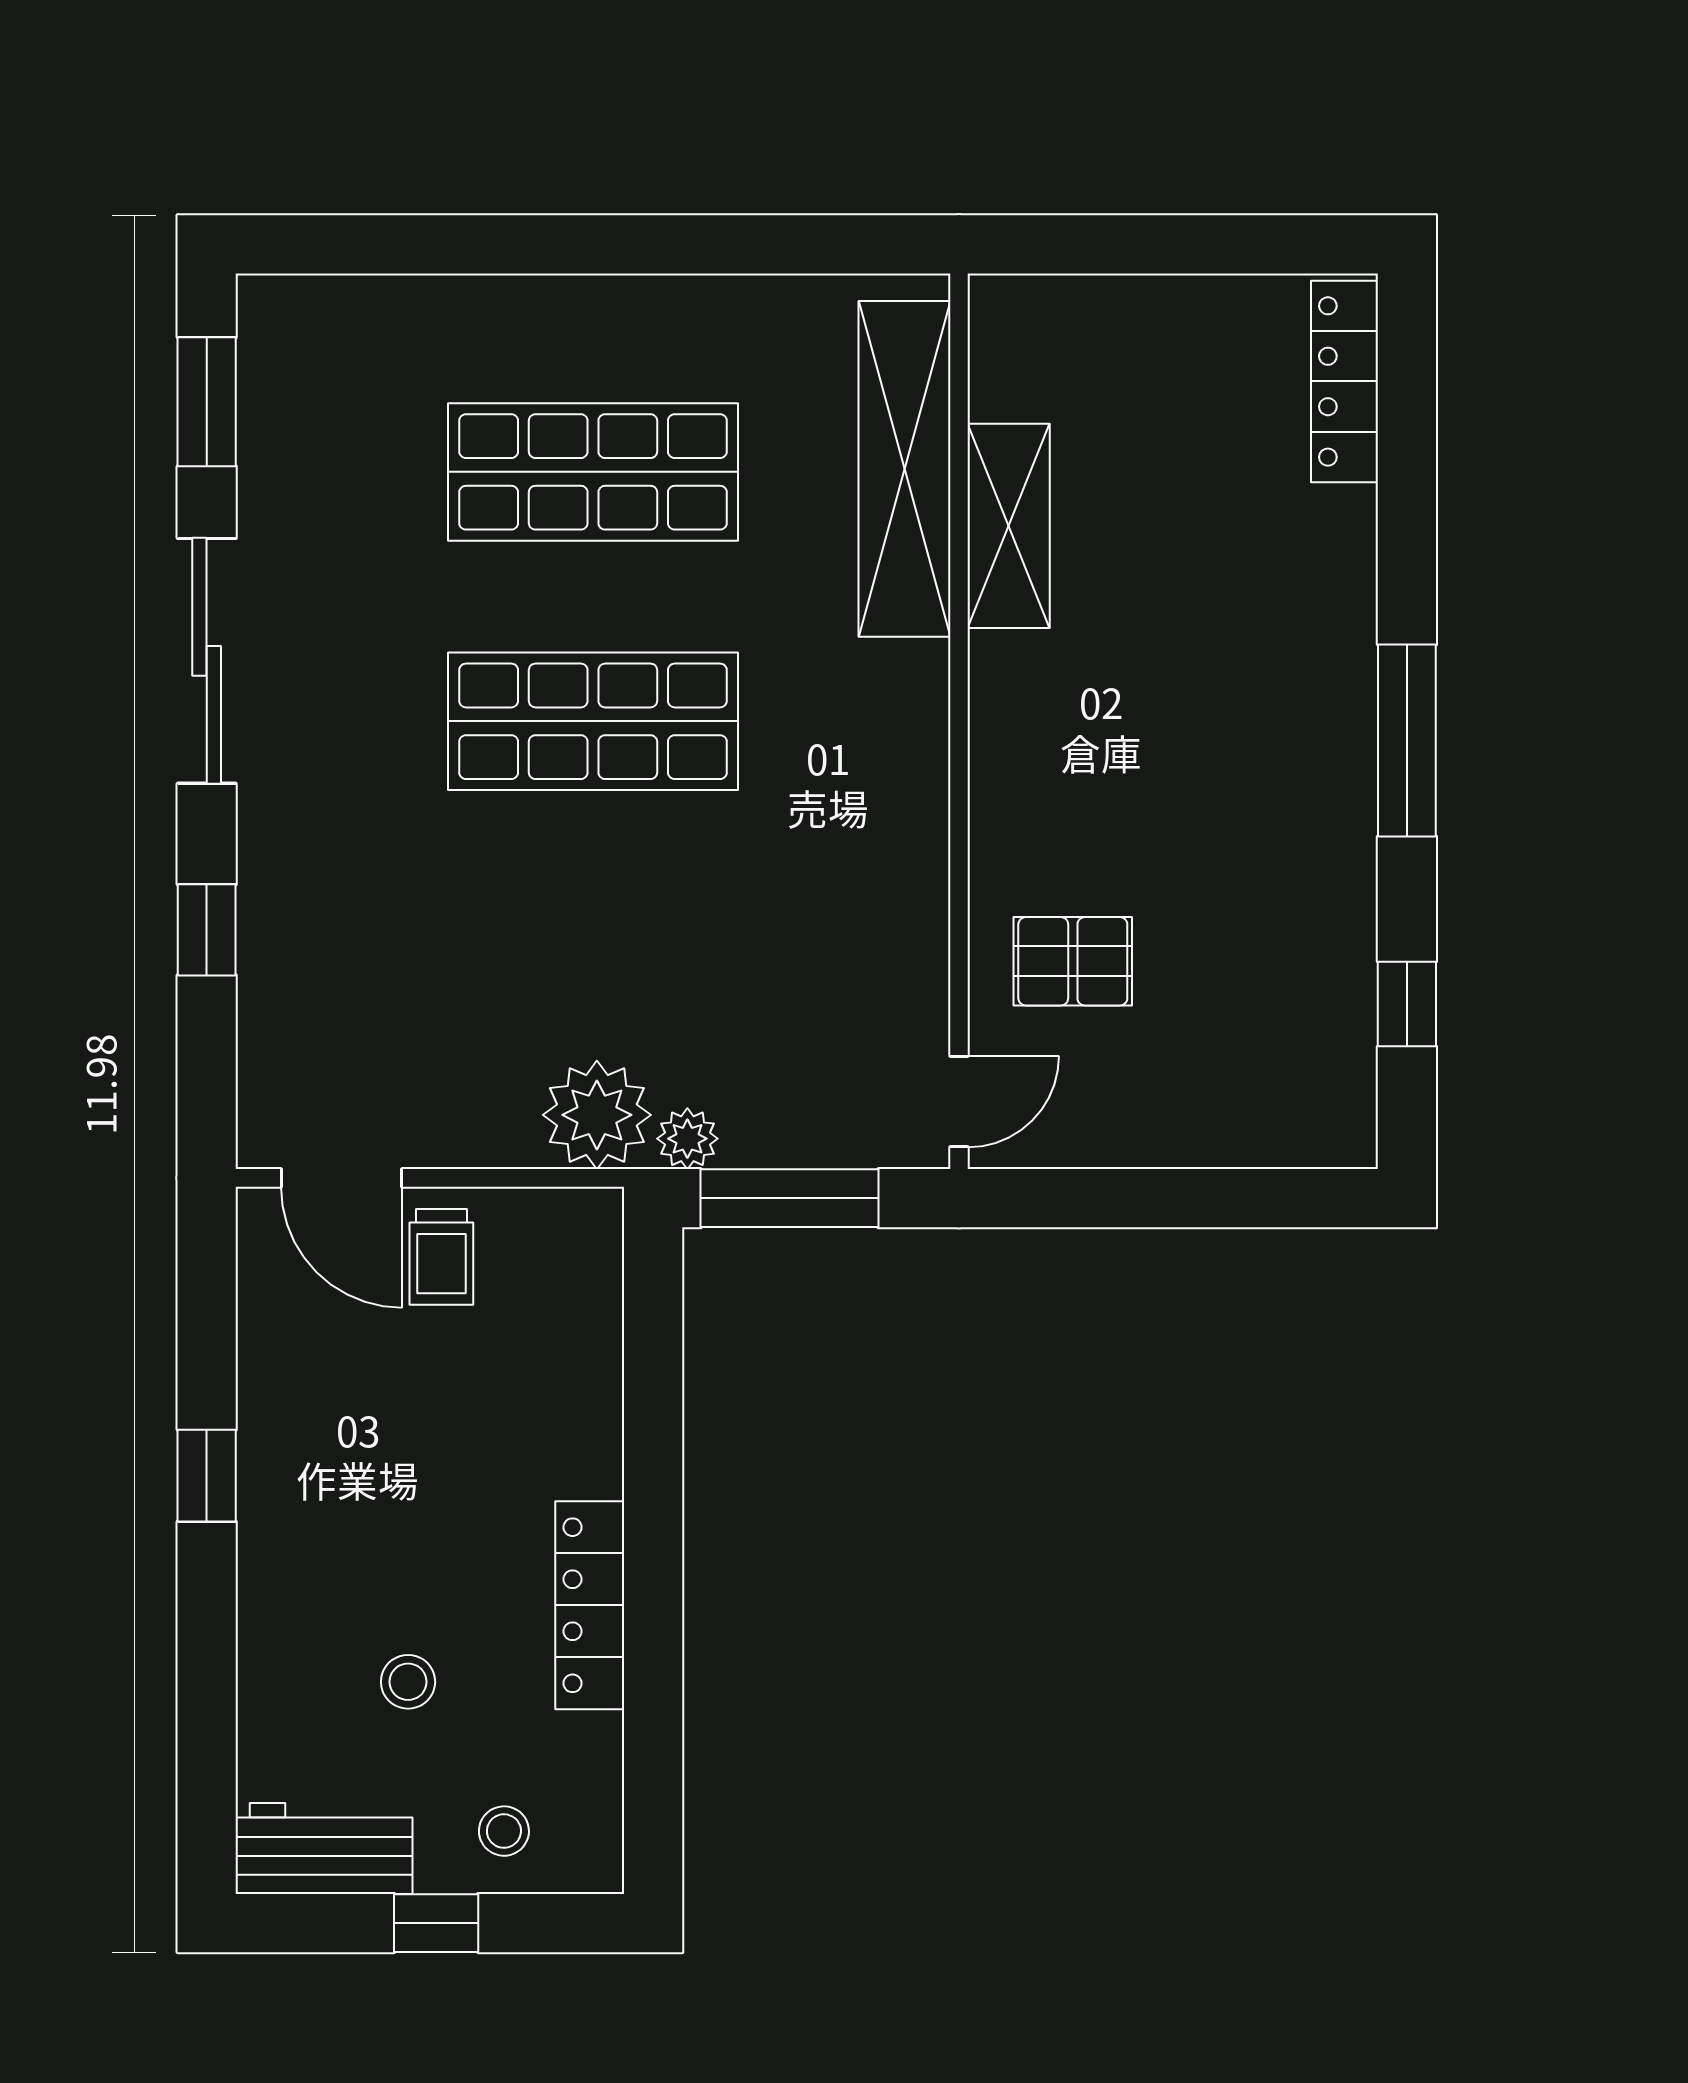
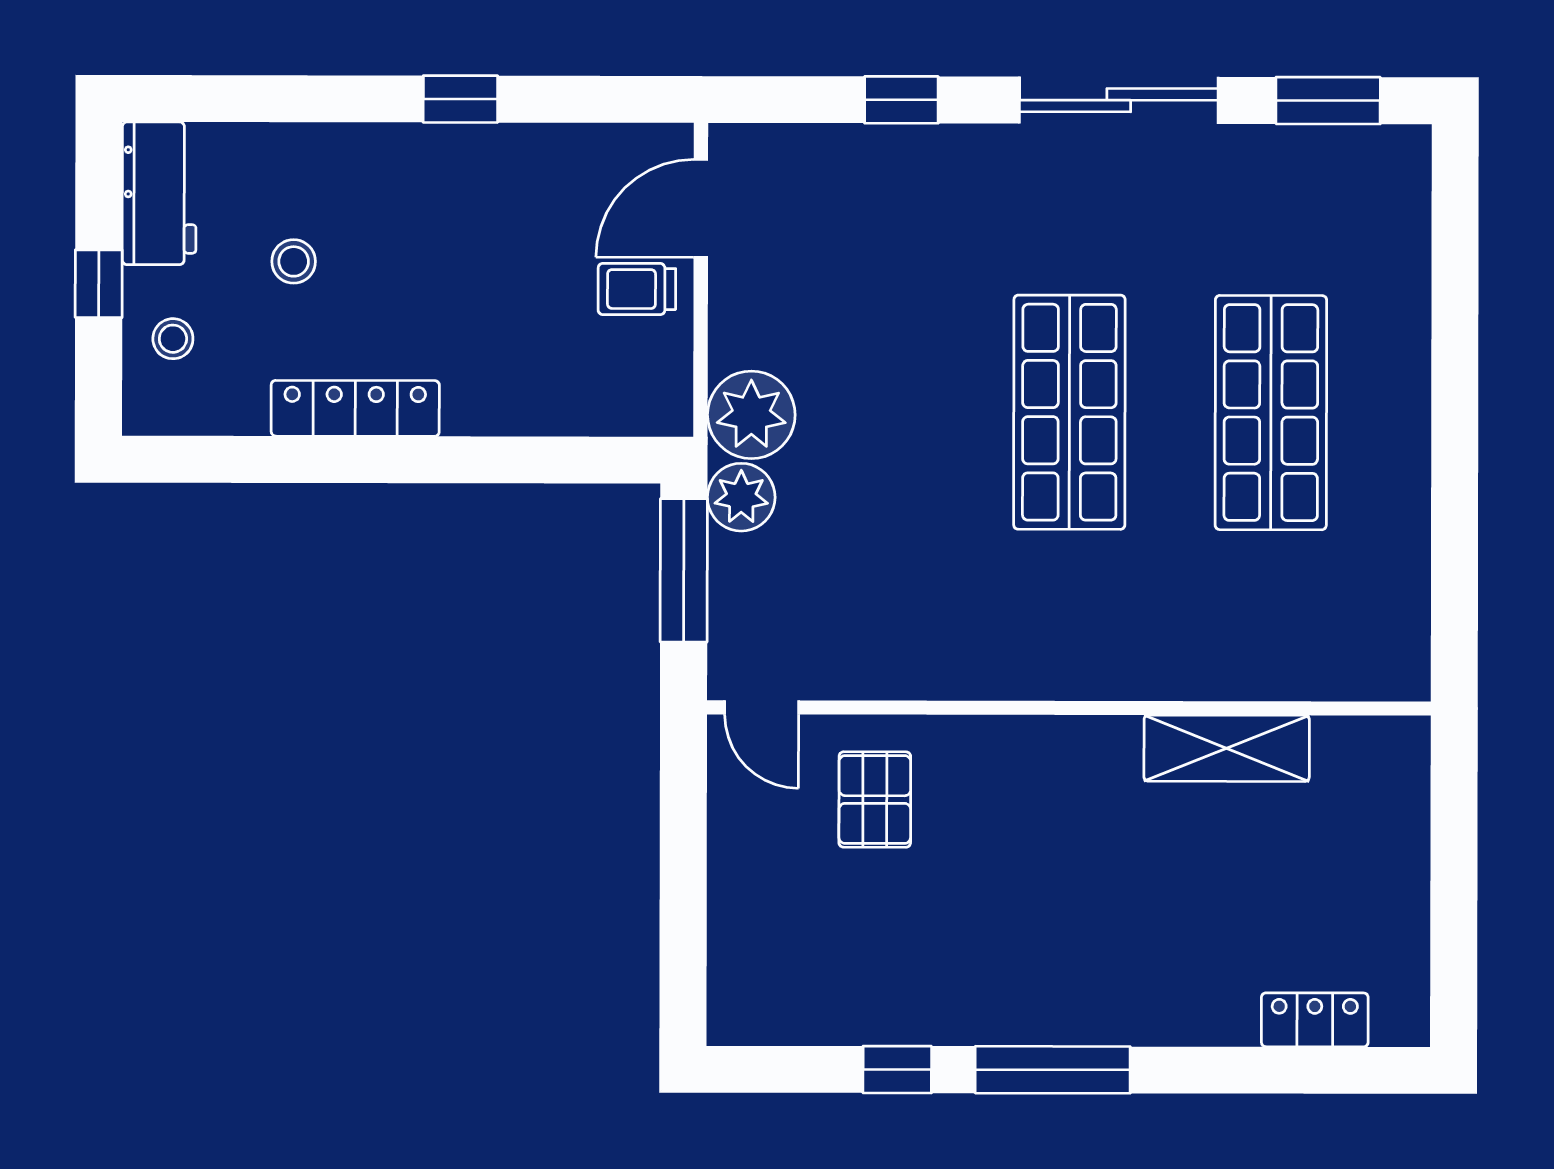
locker: (1345, 381) -> (1315, 1020), width x0.66
shelving: (905, 469) -> (1273, 664), removed
window: (1407, 1004) -> (897, 1070), moved
plant: (687, 1139) -> (741, 497), width x1.38, depth x1.38

